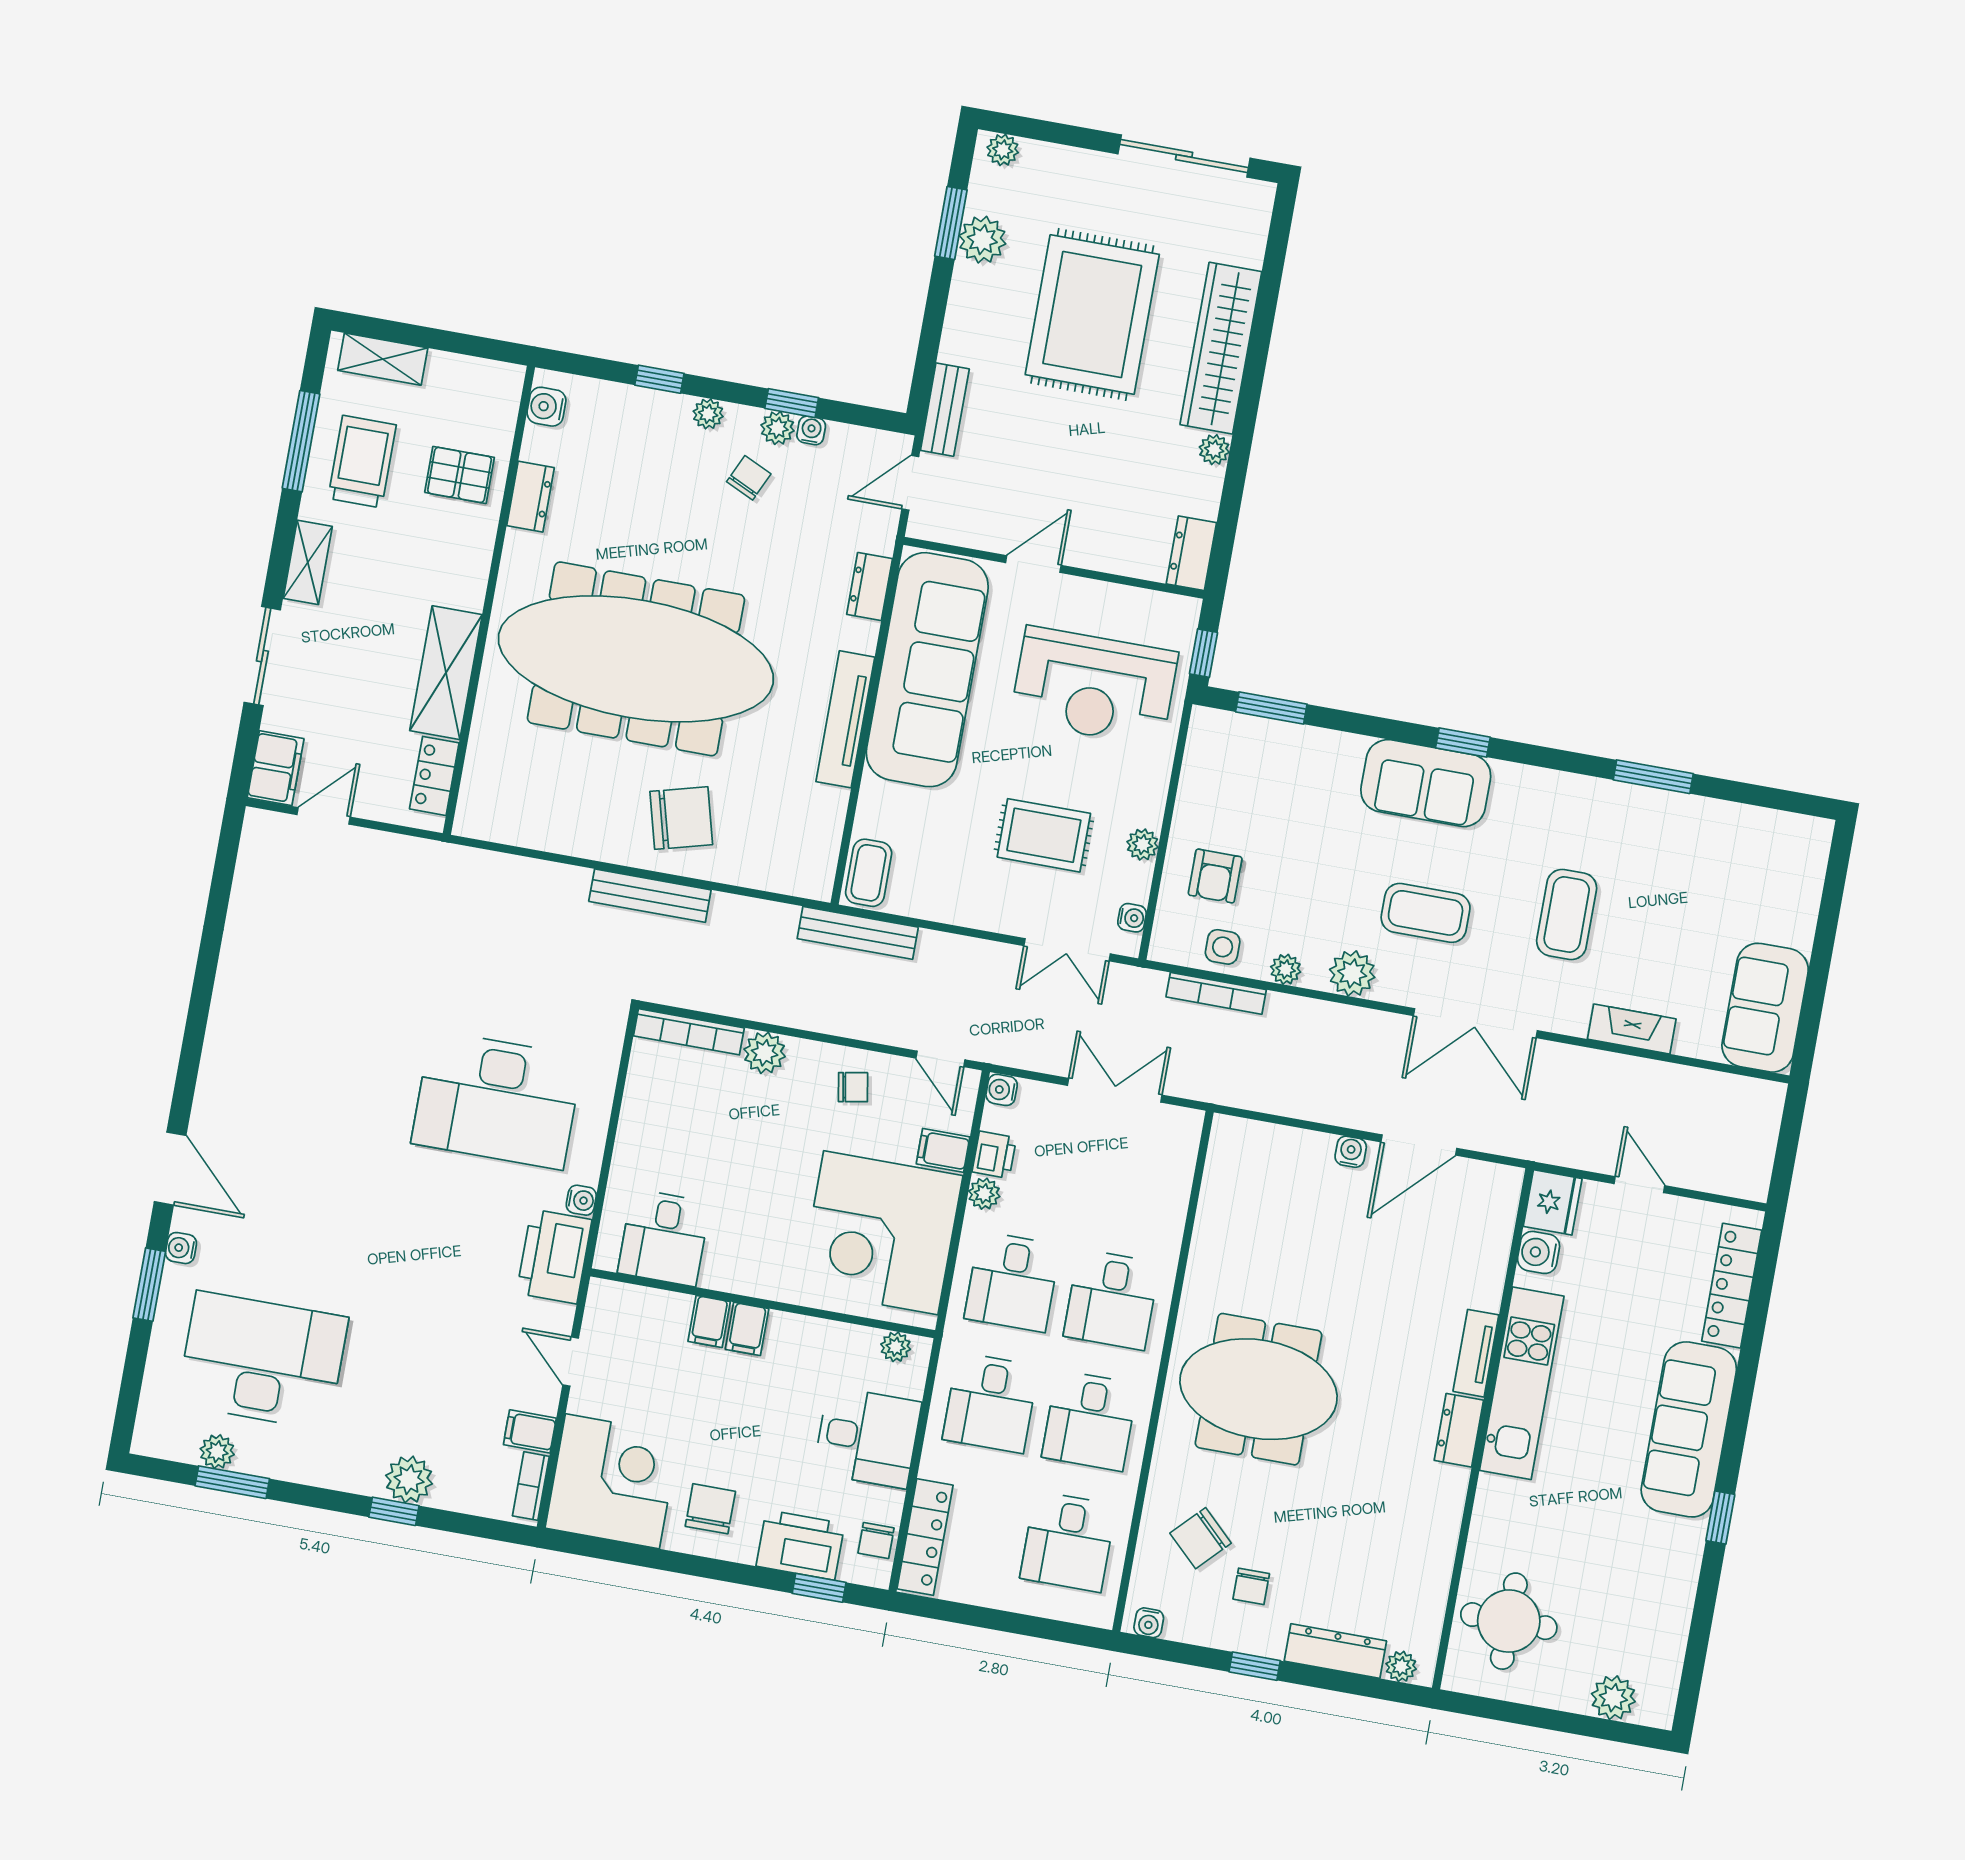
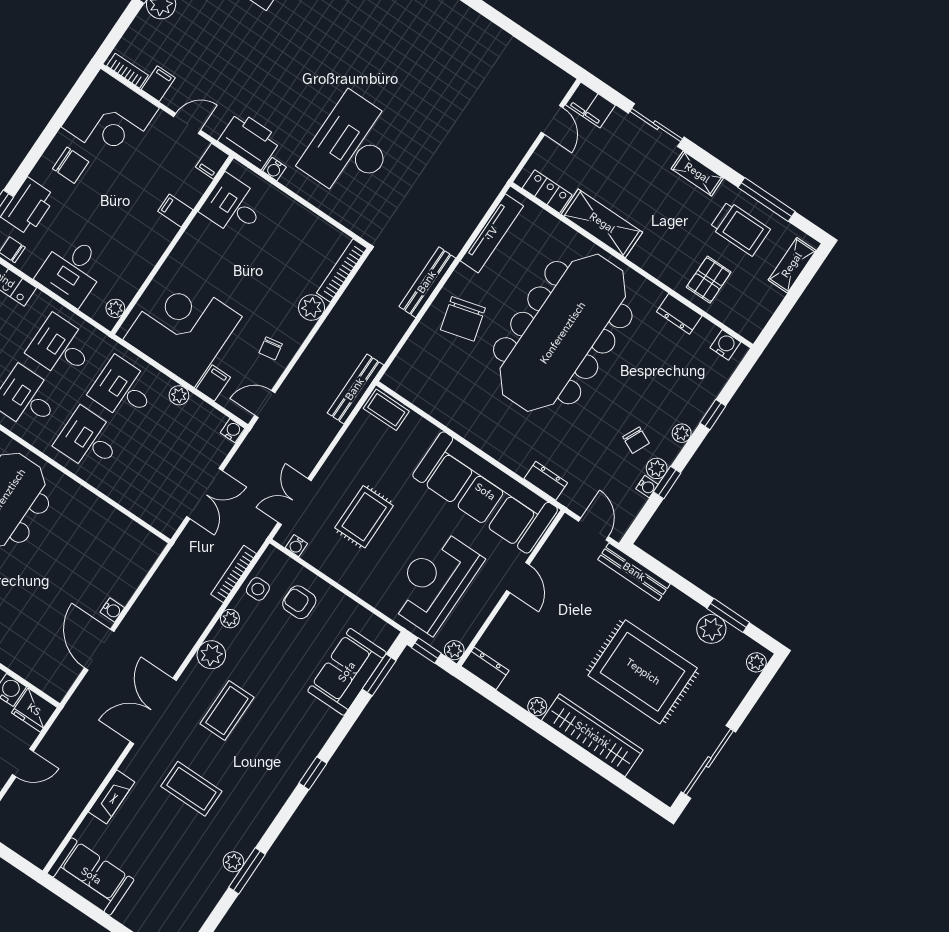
bench: (945, 410) -> (634, 572), width x1.36
tv unit: (845, 719) -> (492, 233), moved, turned 90
sofa: (1426, 783) -> (347, 672), moved
plant: (1648, 803) -> (233, 862), added
plant: (1143, 845) -> (454, 650), moved
printer: (994, 1155) -> (198, 411), removed
filing cabinet: (747, 1329) -> (213, 161), moved, turned -90

